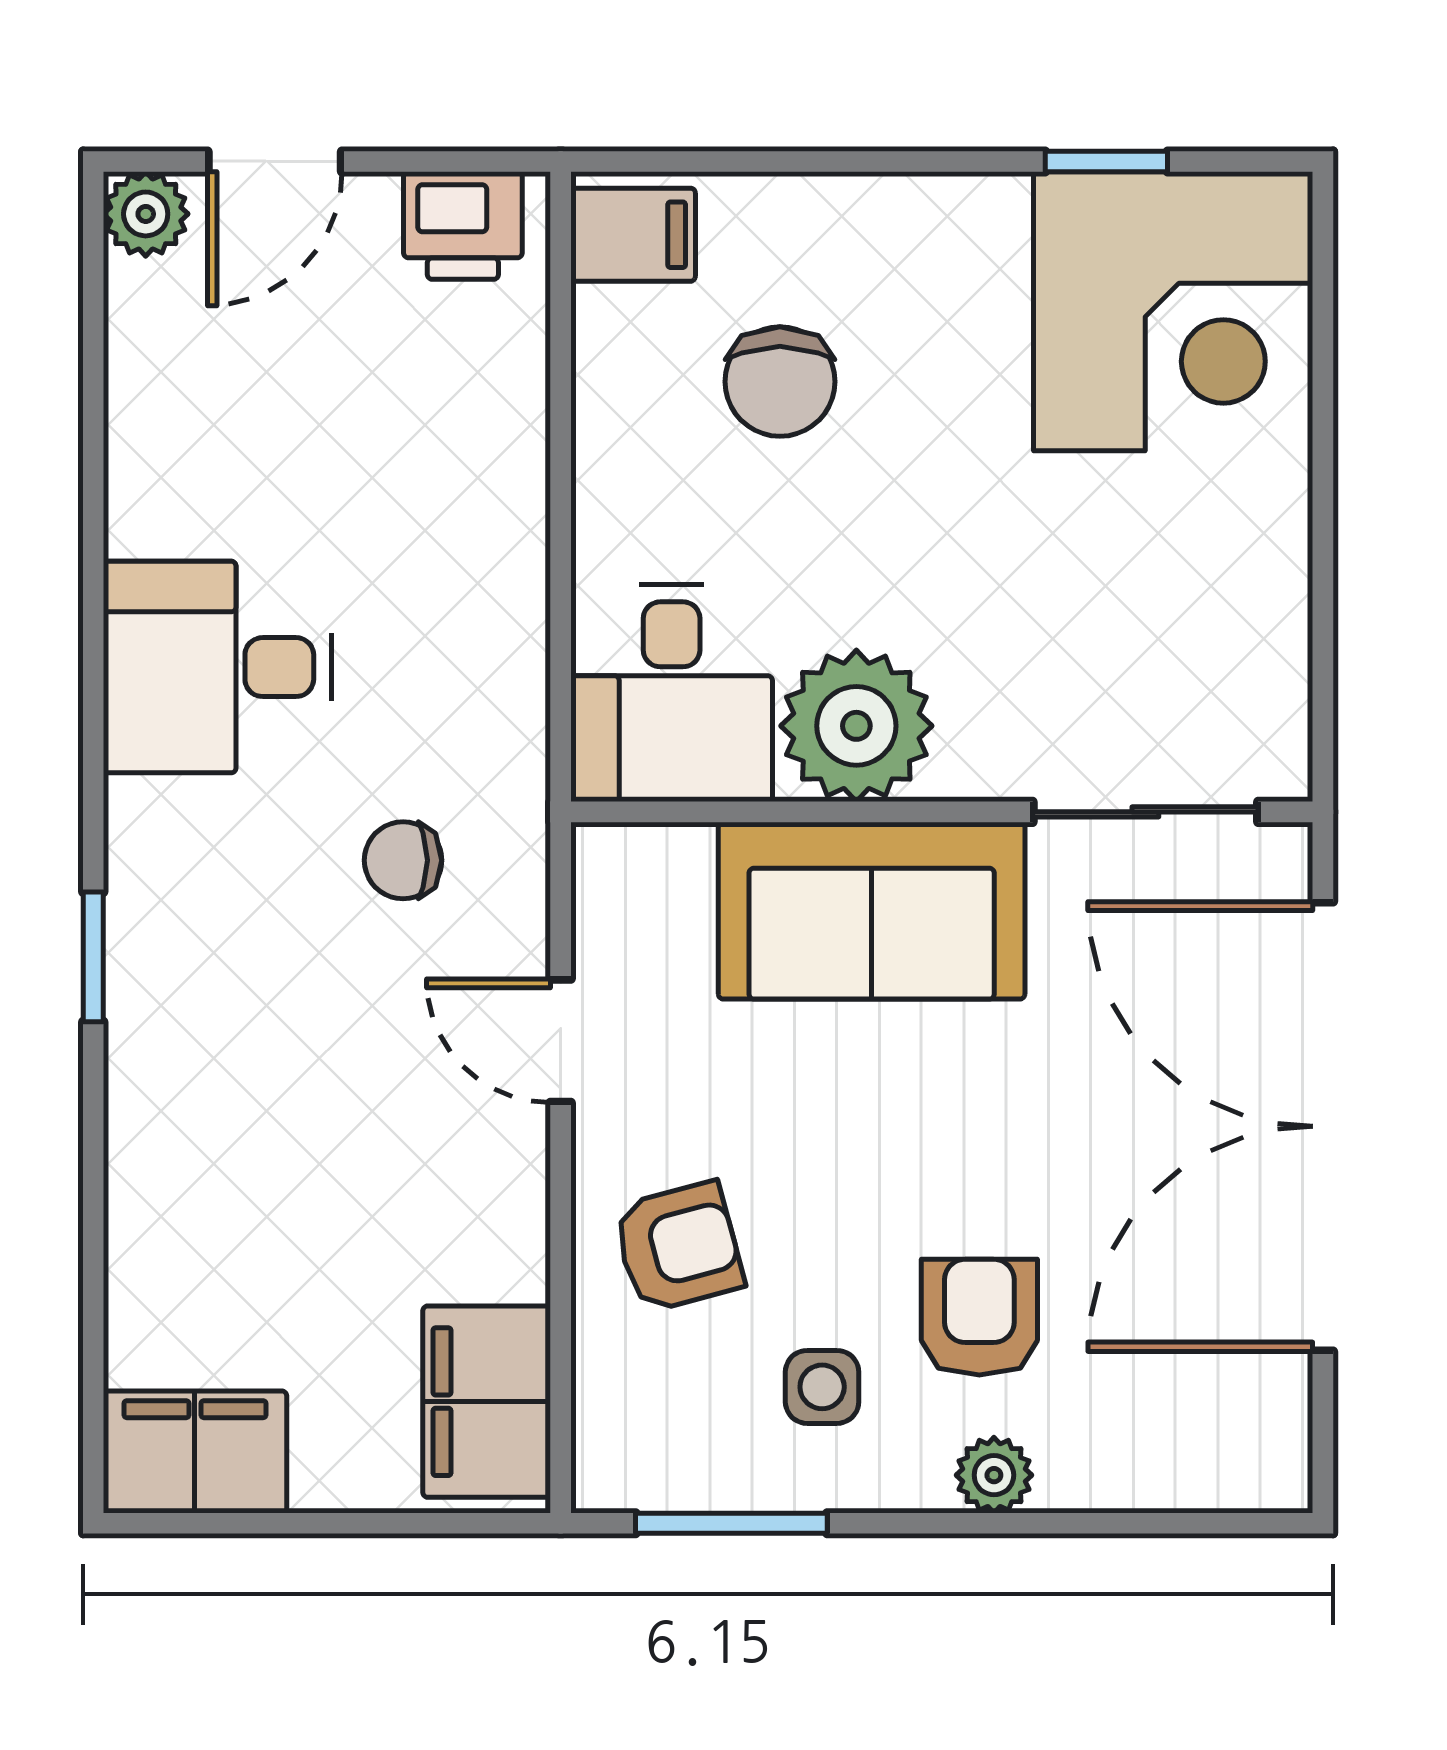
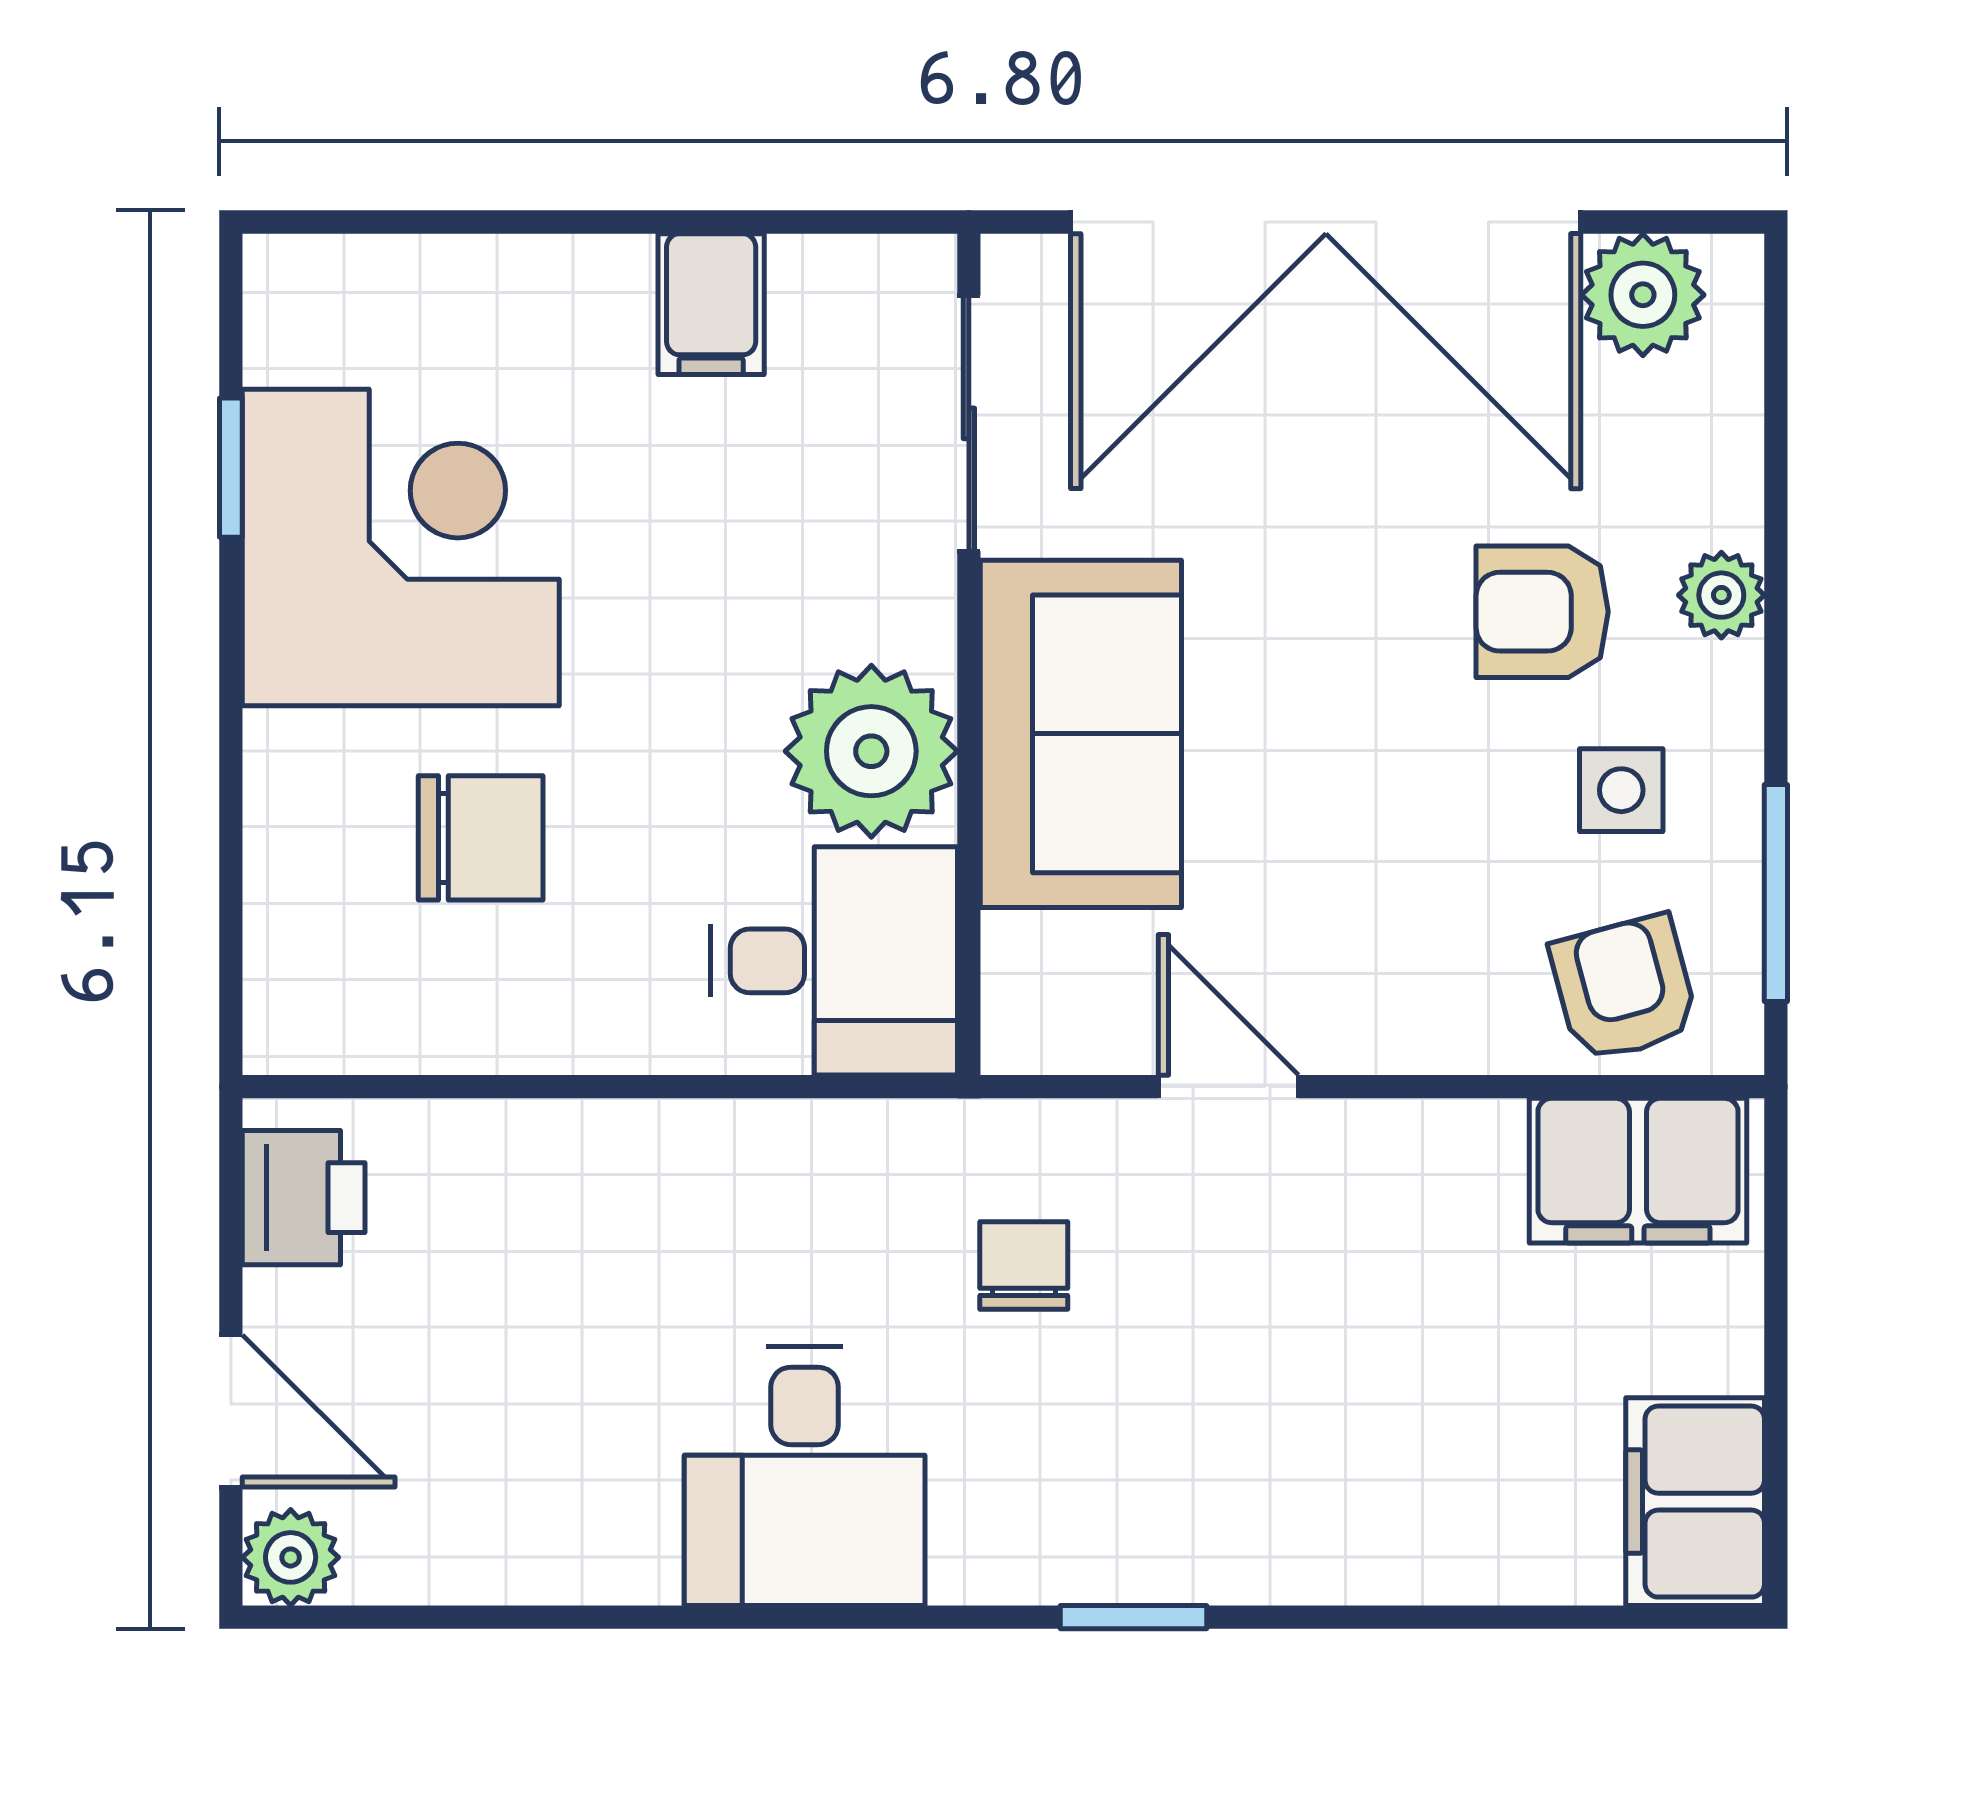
filing cabinet: (633, 235) -> (711, 304), moved, turned 180
corner desk: (1173, 311) -> (401, 548), moved
chair: (403, 860) -> (1024, 1266), turned 180
door: (561, 1041) -> (1228, 1087), swing flipped
armchair: (678, 1247) -> (1624, 988), moved
plant: (1259, 1406) -> (1643, 295), added

